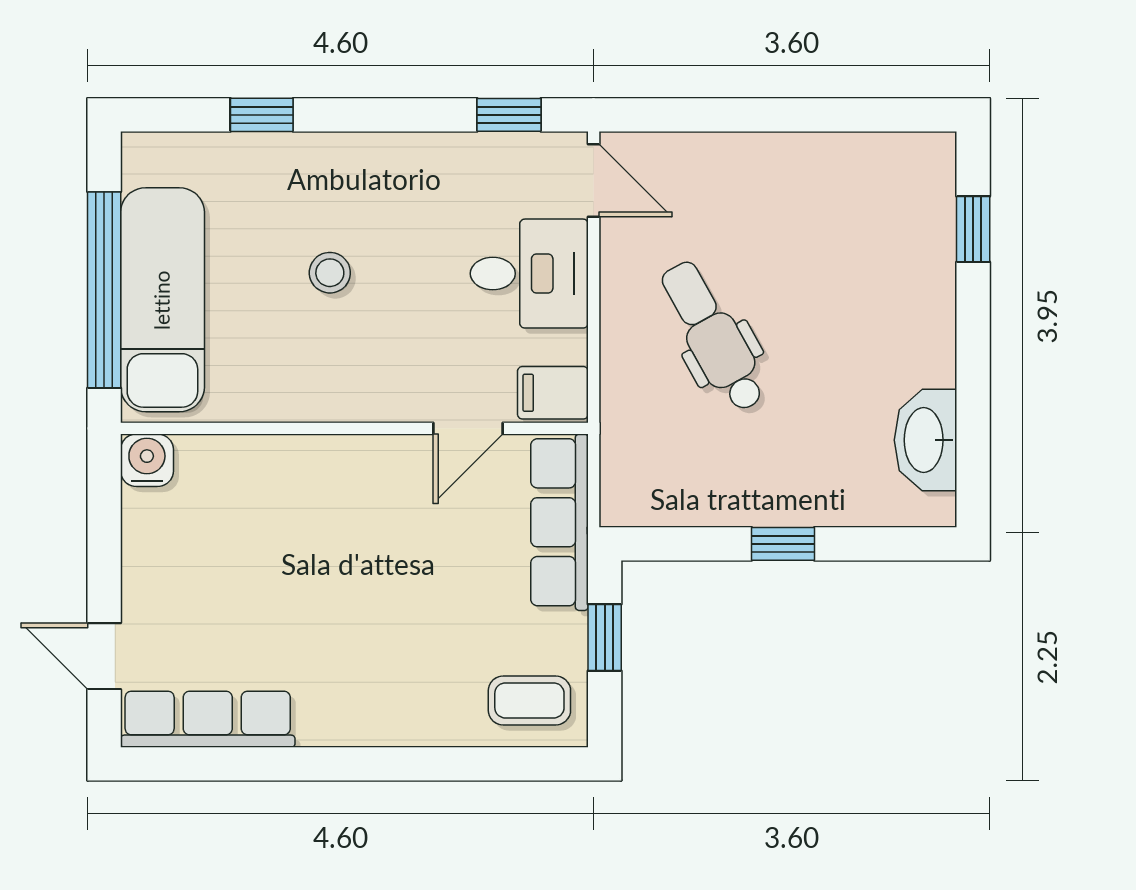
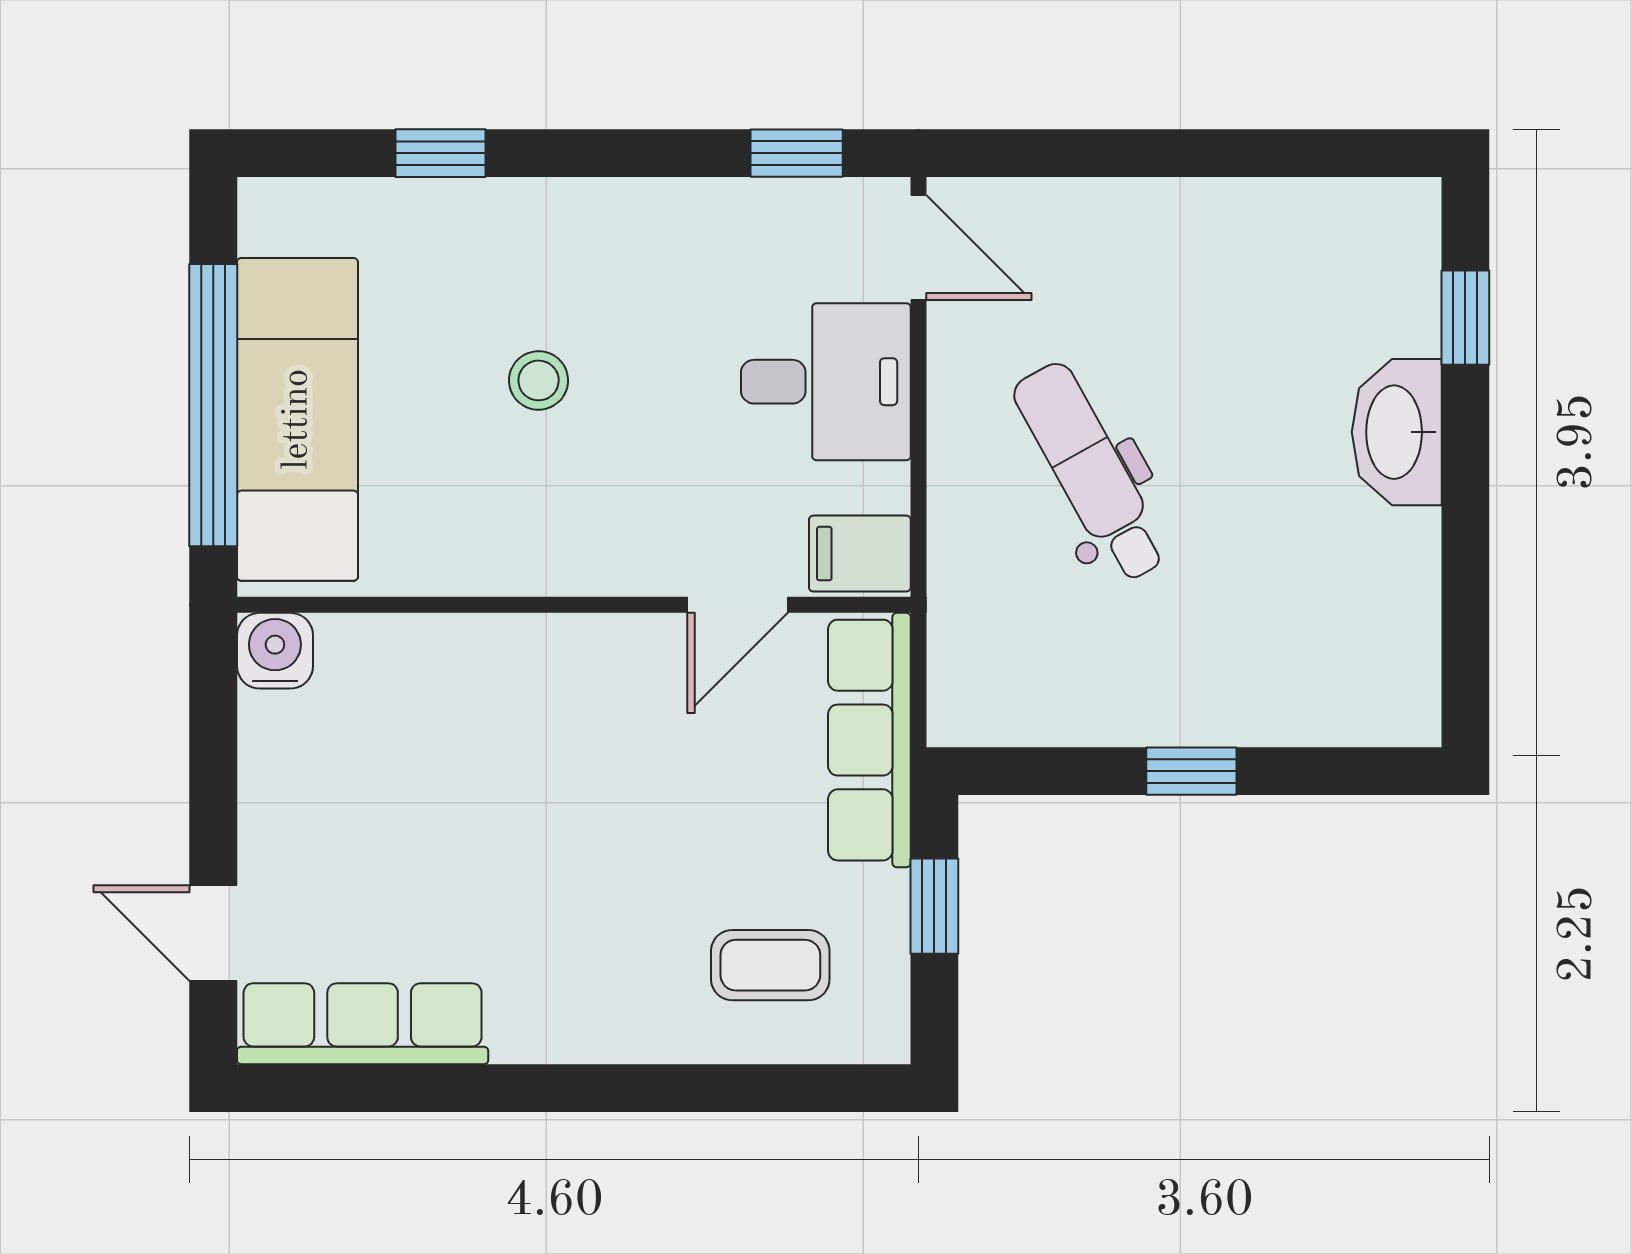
washbasin: (925, 440) -> (1397, 432), moved
coffee table: (529, 700) -> (770, 965), moved

